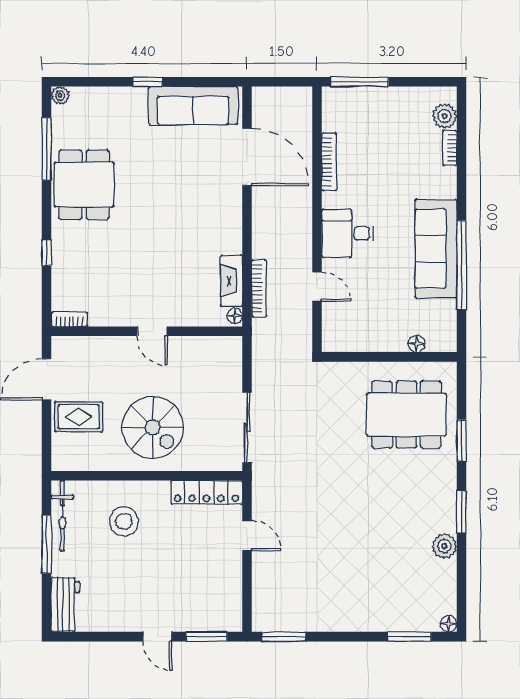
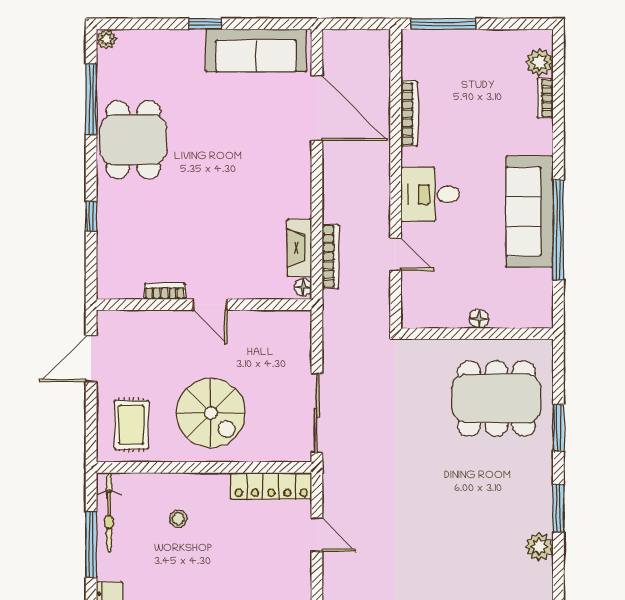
bookcase: (69, 319) -> (165, 291), moved
floor lamp: (417, 344) -> (479, 319), moved
rug: (79, 417) -> (131, 425), moved, turned 90
stool: (124, 521) -> (178, 519), width x0.53, depth x0.53

